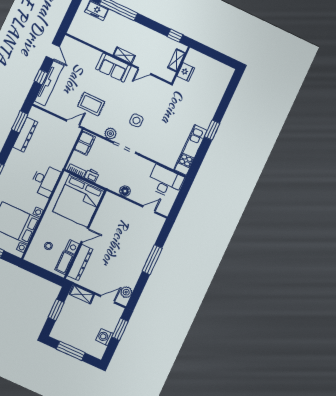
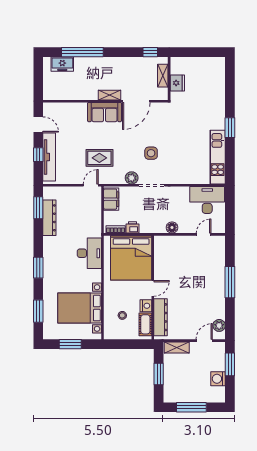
door: (144, 71) -> (136, 101), width x1.88

